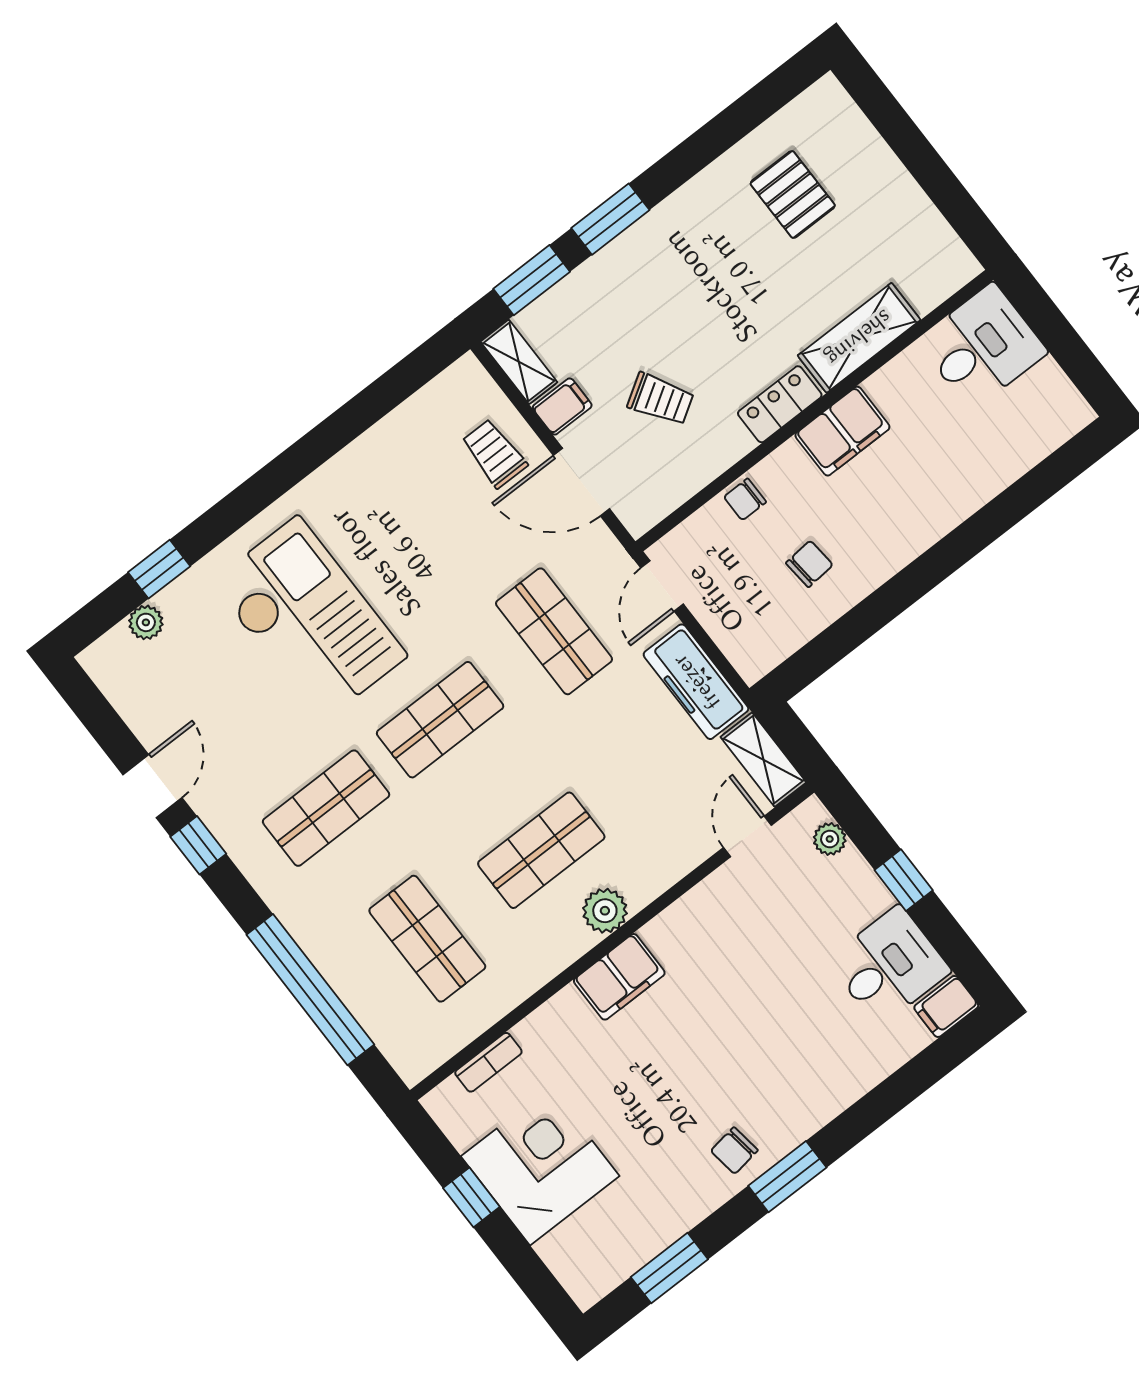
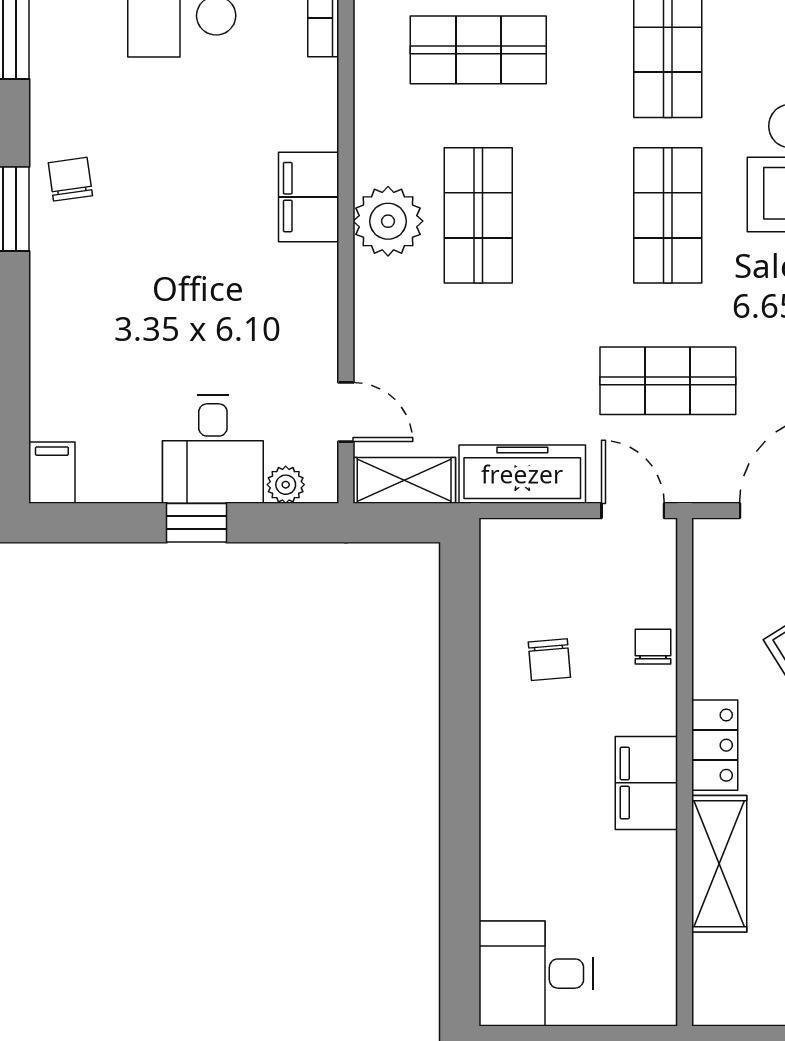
desk: (982, 346) -> (536, 974), moved, turned 90
plant: (605, 911) -> (388, 221), width x1.36, depth x1.36
desk: (889, 966) -> (213, 449), moved

